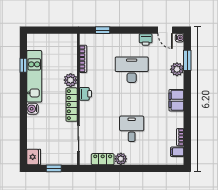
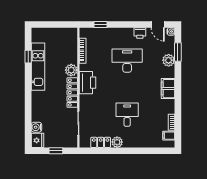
printer: (85, 94) -> (88, 83), width x1.87, depth x1.48
water cooler: (33, 109) -> (36, 127), moved

